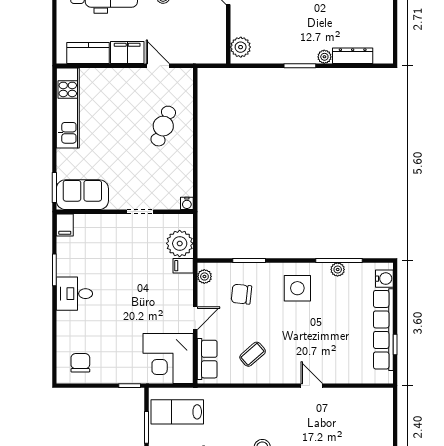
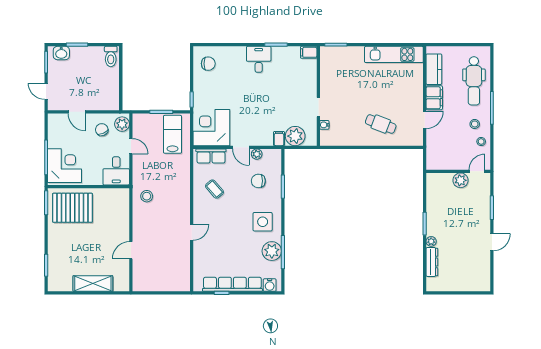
plant: (241, 47) -> (461, 180), moved
sofa: (82, 195) -> (331, 65), removed
water cooler: (187, 203) -> (324, 125), moved
plant: (338, 269) -> (272, 251), width x1.88, depth x1.88
plant: (204, 276) -> (257, 154), moved
chair: (241, 294) -> (258, 181), turned -96

